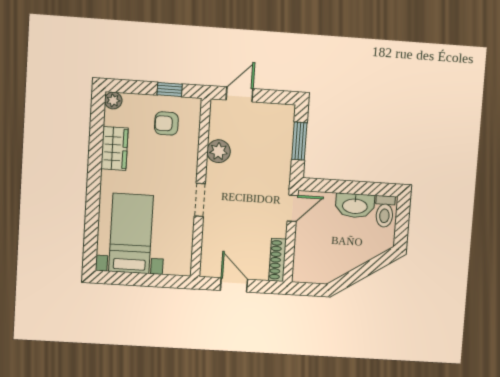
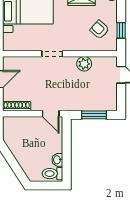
armchair: (166, 123) -> (100, 30), turned -48
washbasin: (355, 206) -> (57, 160), width x0.52, depth x0.69

